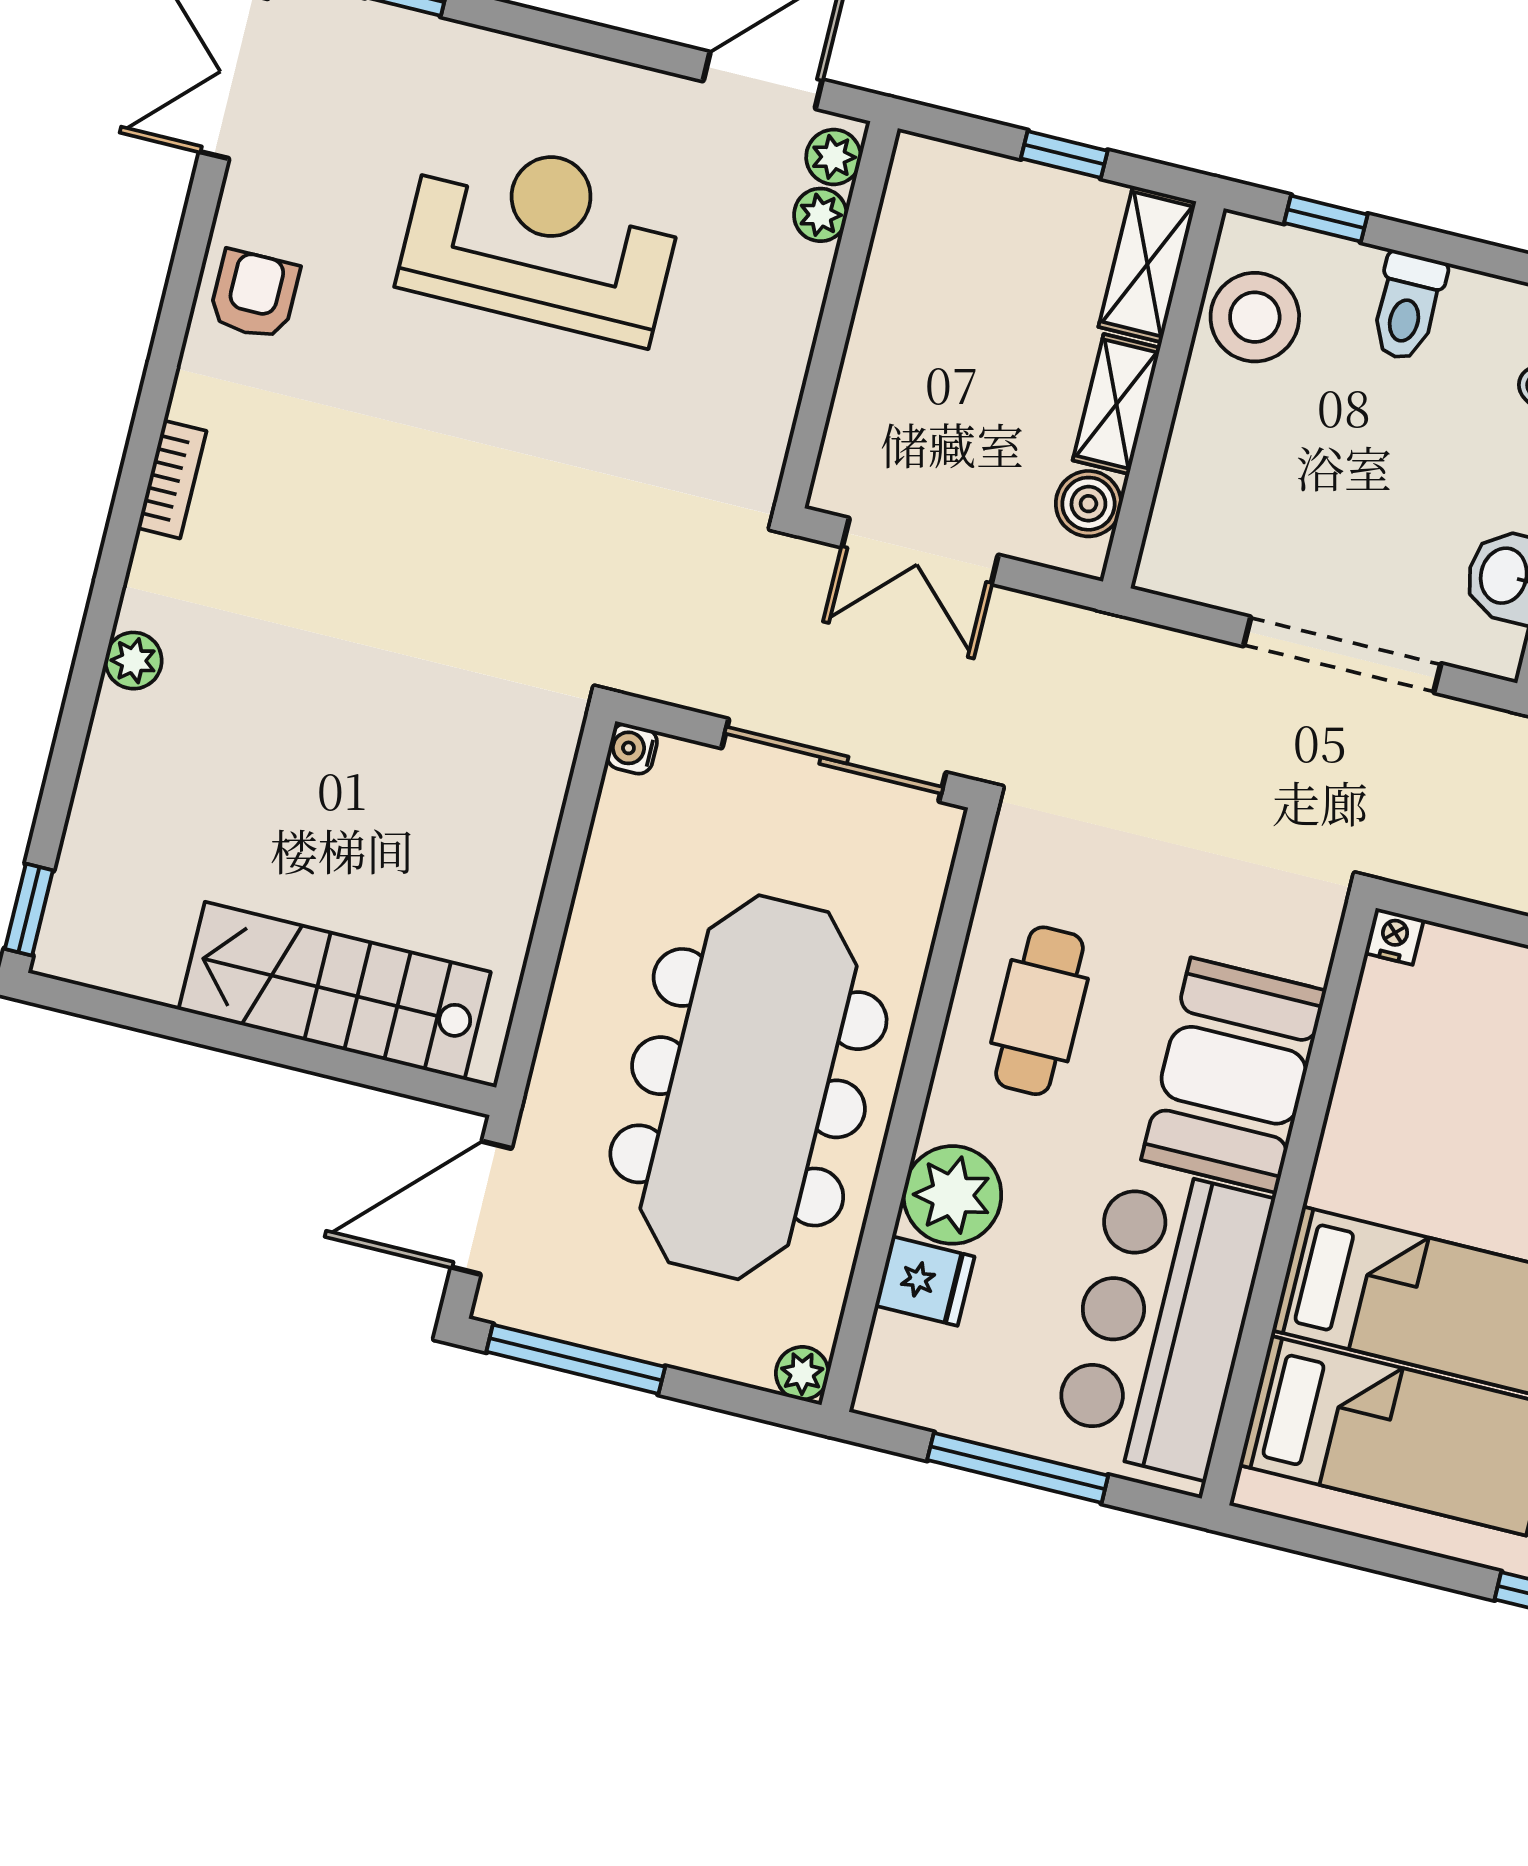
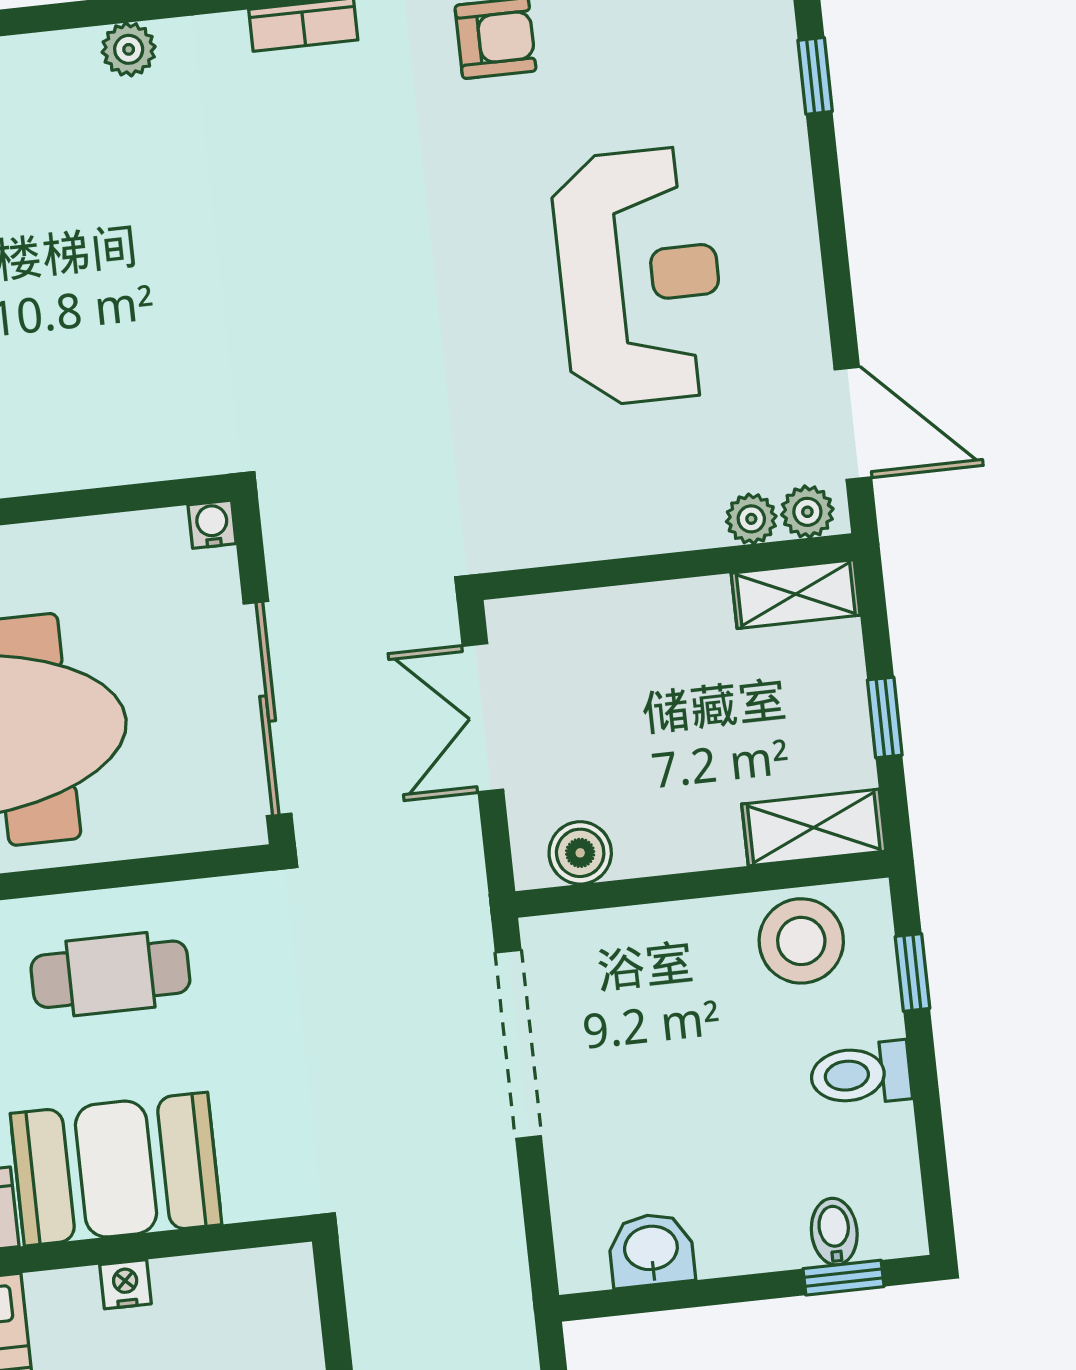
shelving: (1117, 404) -> (796, 594), moved
doorway: (1342, 655) -> (518, 1044), moved
nightstand: (1394, 936) -> (125, 1284), moved, turned -90

